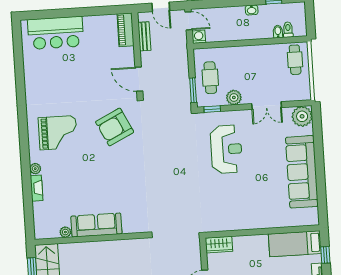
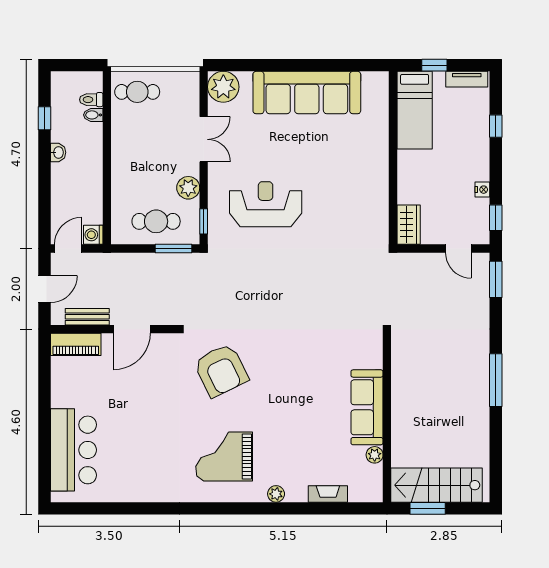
door: (139, 79) -> (132, 329), moved
grand piano: (58, 133) -> (224, 456), turned -90
fireplace: (37, 188) -> (328, 494), moved

